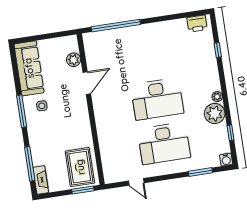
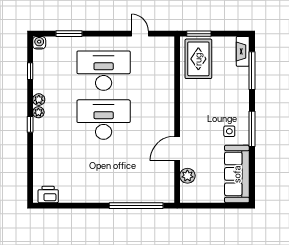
window: (218, 50) -> (30, 124), moved
plant: (215, 114) -> (39, 100), width x0.53, depth x0.53

